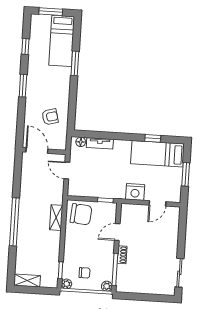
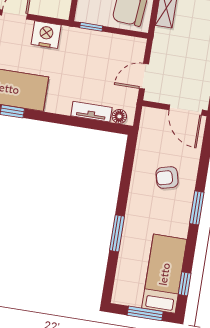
bed: (62, 41) -> (164, 274), moved
window: (25, 46) -> (185, 284), moved
armchair: (50, 117) -> (167, 178), moved
door: (67, 170) -> (144, 76), swing flipped

